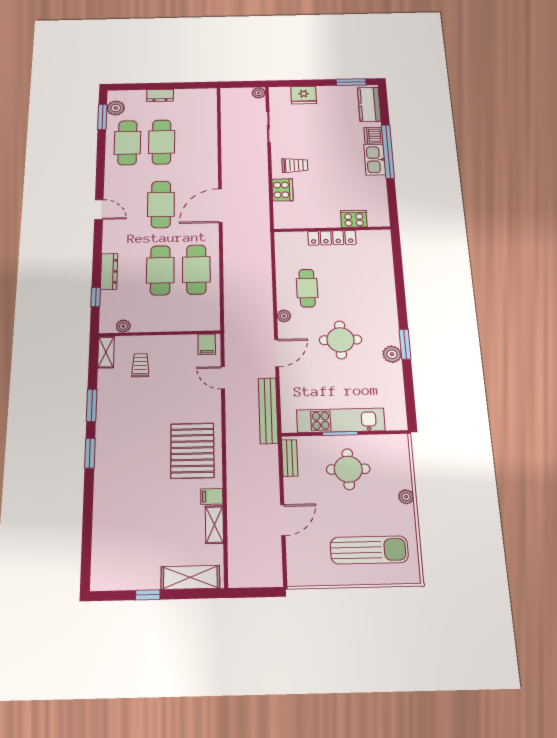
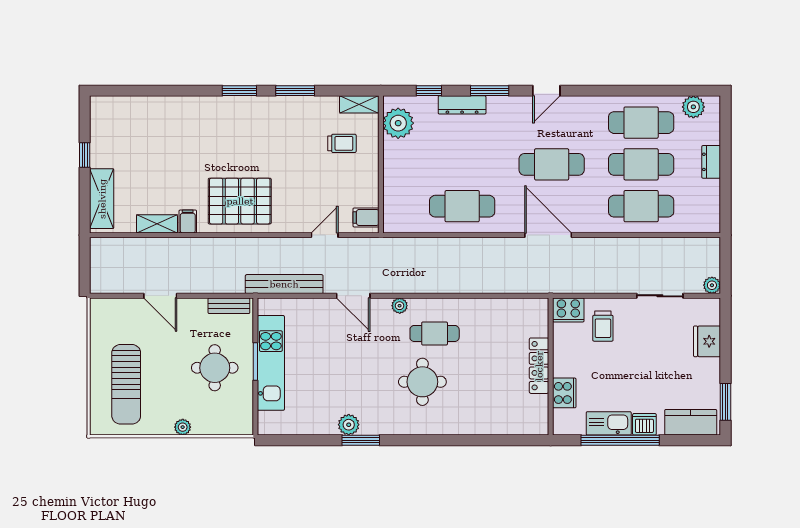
window: (102, 117) -> (490, 91), moved
cooker: (354, 219) -> (564, 393), moved
wall: (332, 229) -> (551, 367), moved
locker: (332, 238) -> (539, 366), moved
cafe table: (160, 270) -> (641, 206), moved
plant: (123, 326) -> (398, 123), width x1.88, depth x1.88
round table: (341, 340) -> (422, 382), moved

